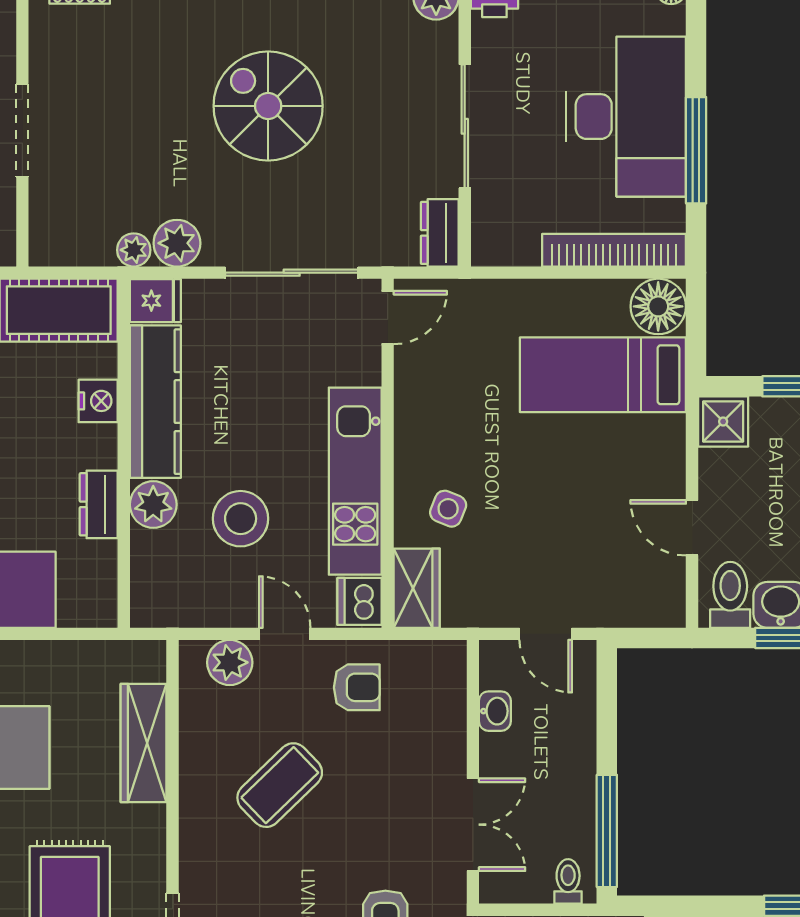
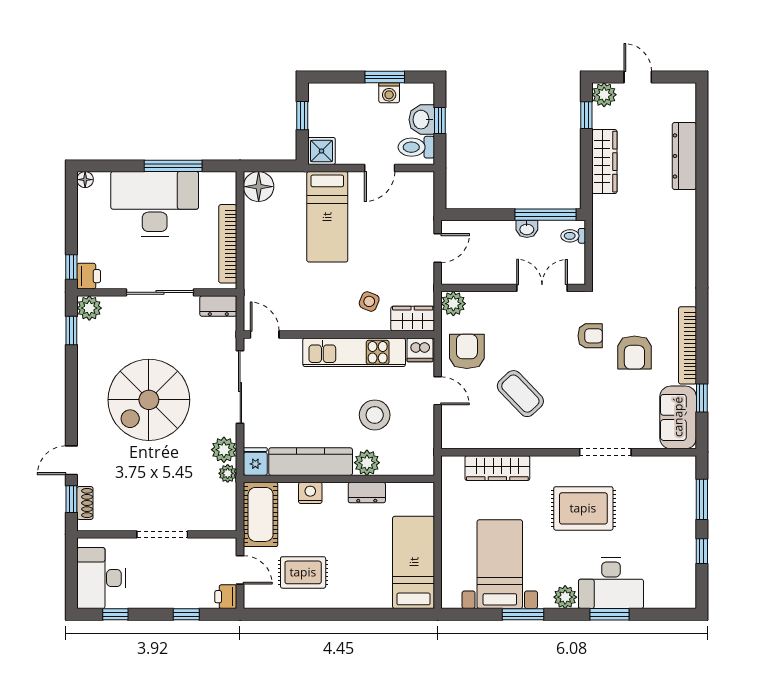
spiral stairs: (268, 106) -> (149, 400), width x1.37, depth x1.37
bookcase: (614, 250) -> (228, 244), moved
bed: (603, 375) -> (327, 217), moved
door: (285, 634) -> (438, 391), swing flipped
plant: (230, 662) -> (453, 304), moved
armchair: (357, 687) -> (467, 351), width x1.38, depth x1.38
washbasin: (495, 711) -> (527, 229), moved, turned 180

